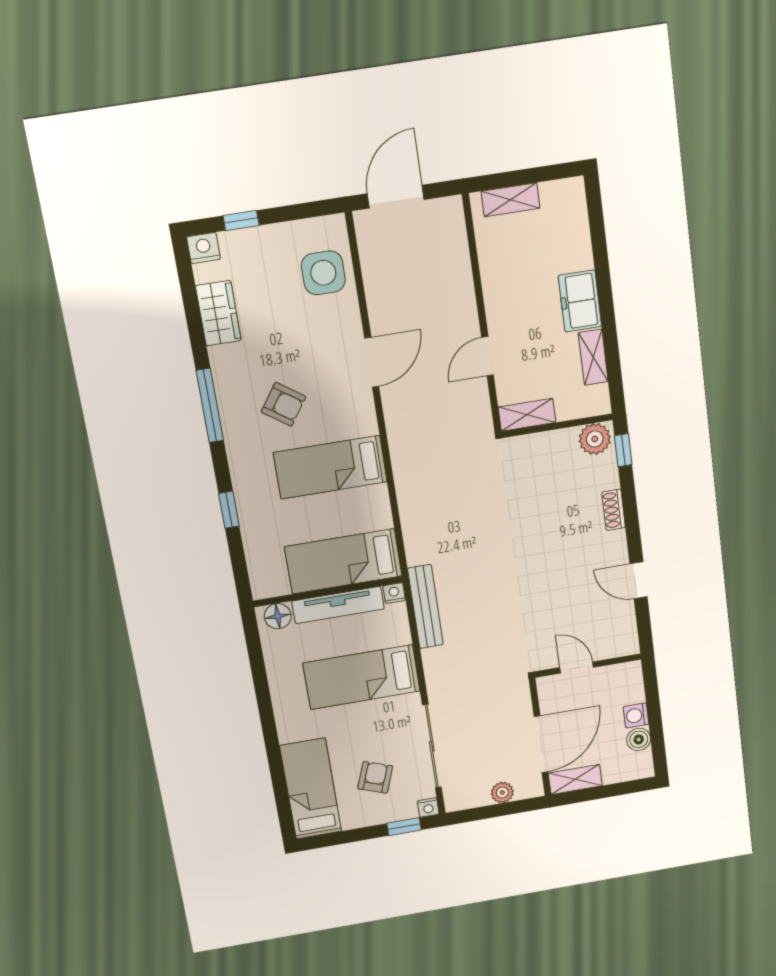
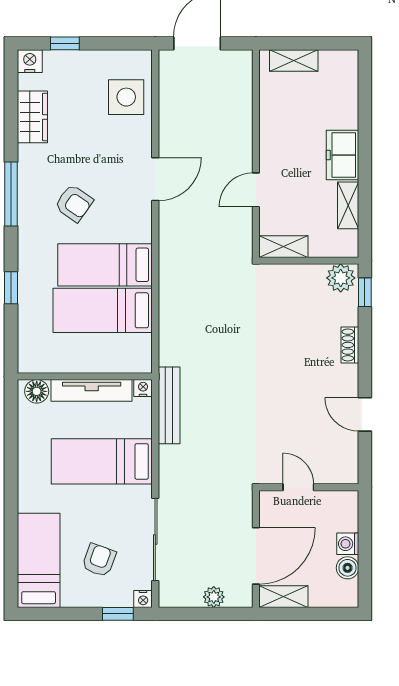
bed: (343, 561) -> (103, 310), moved

